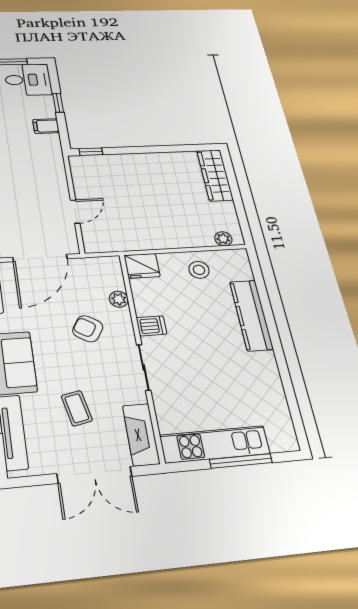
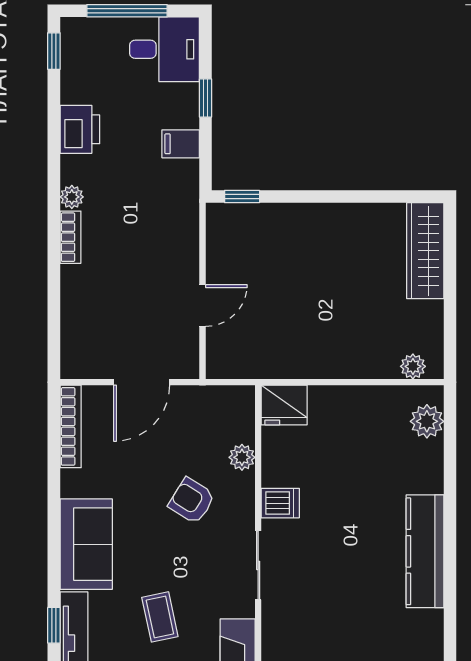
door: (40, 258) -> (142, 382), width x0.73
stool: (199, 270) -> (366, 417), removed
plant: (241, 270) -> (427, 421), added
kitchen counter: (251, 315) -> (425, 551), moved

